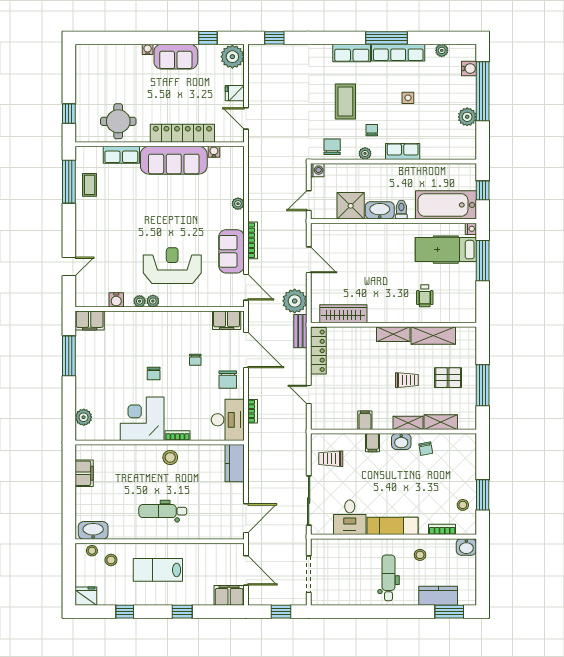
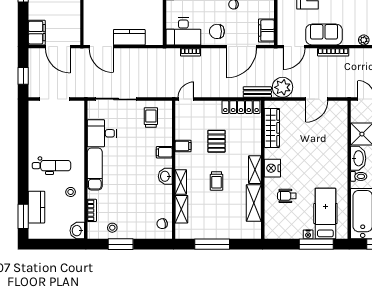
nightstand: (471, 229) -> (308, 234), moved
nightstand: (392, 313) -> (272, 168), added
pallet: (448, 378) -> (216, 141), moved
door: (309, 394) -> (186, 99), moved
chair: (426, 449) -> (162, 224), moved
kitchen counter: (235, 463) -> (129, 37), moved
door: (246, 570) -> (58, 47), hinge flipped

